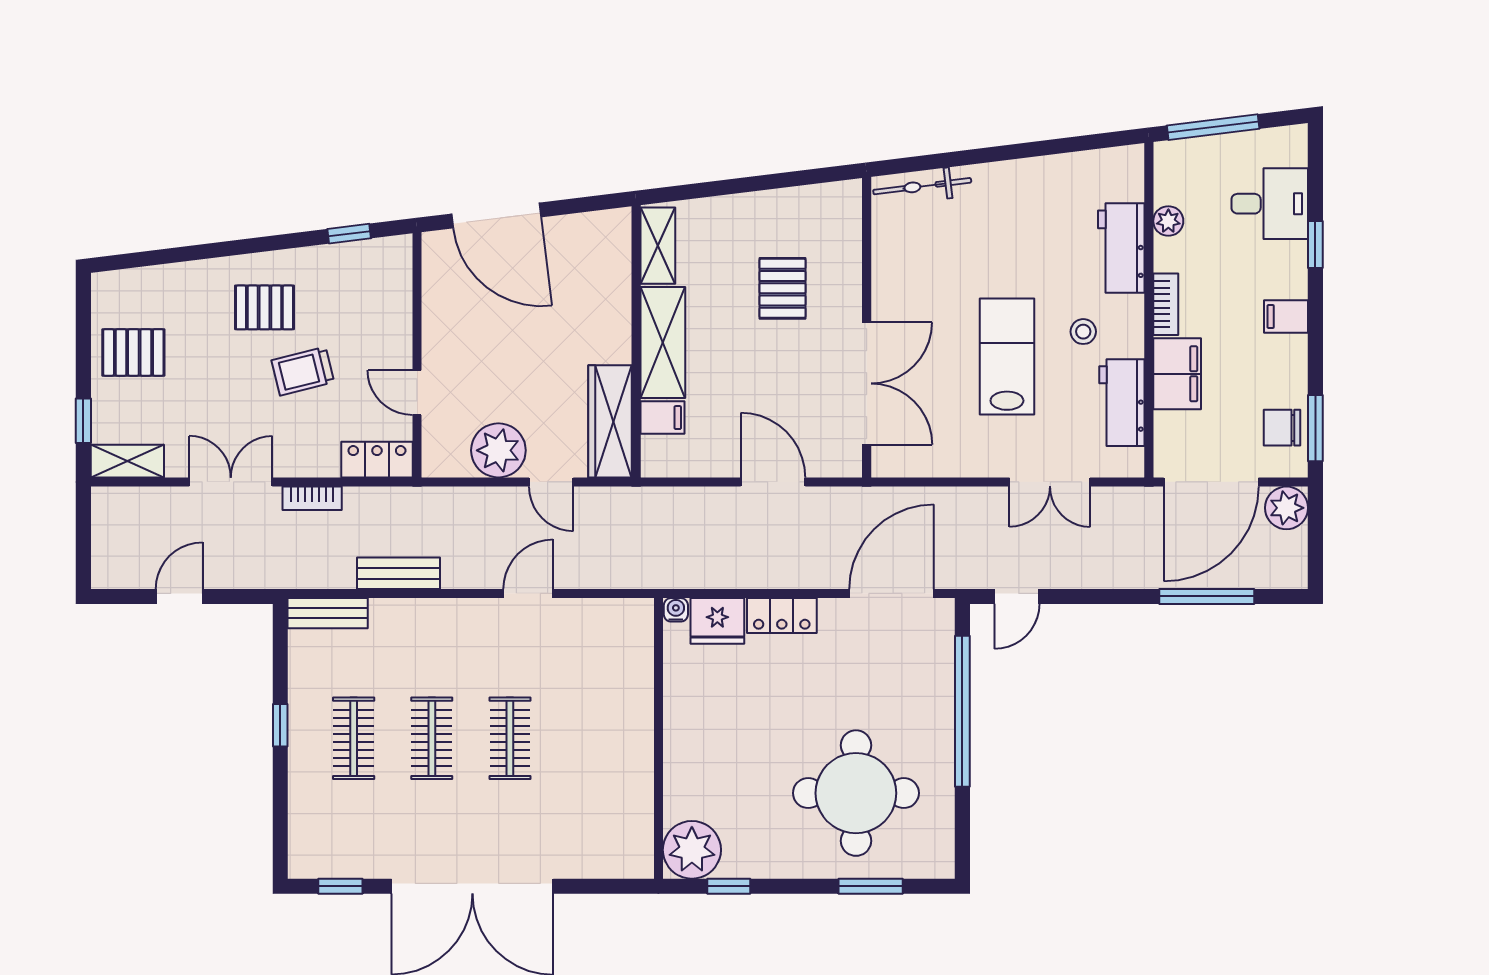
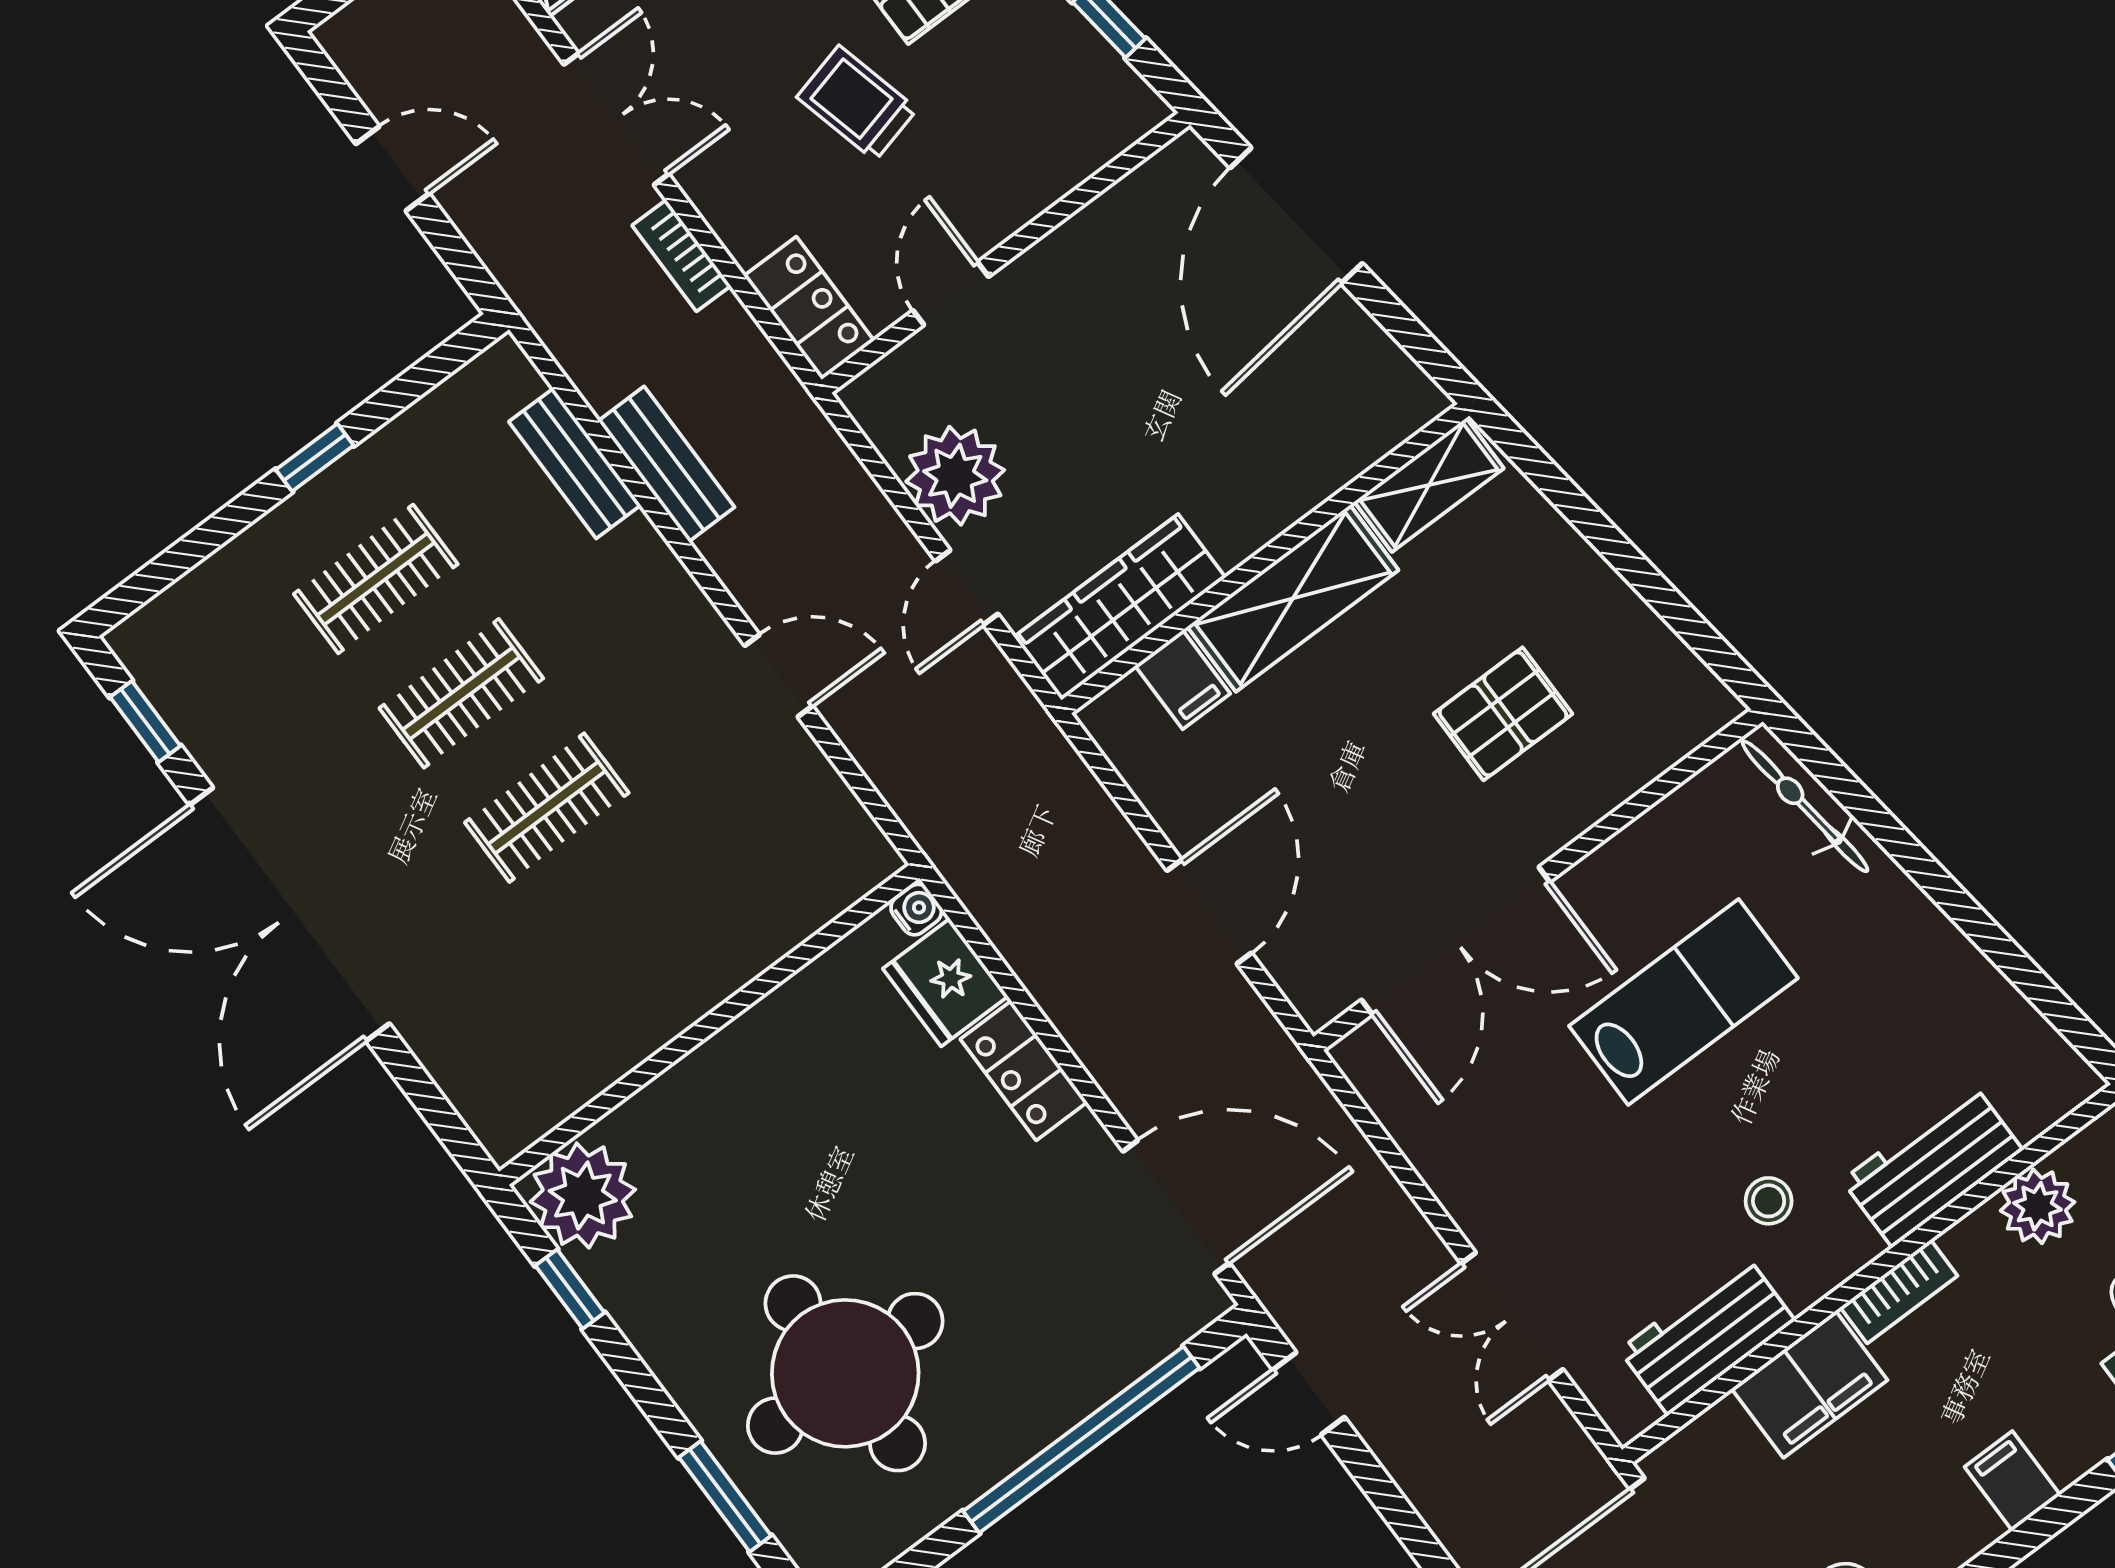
plant: (1168, 221) -> (2038, 1206), width x1.38, depth x1.38
lab bench: (1007, 357) -> (1683, 1002), moved
bench: (328, 613) -> (575, 463), moved

